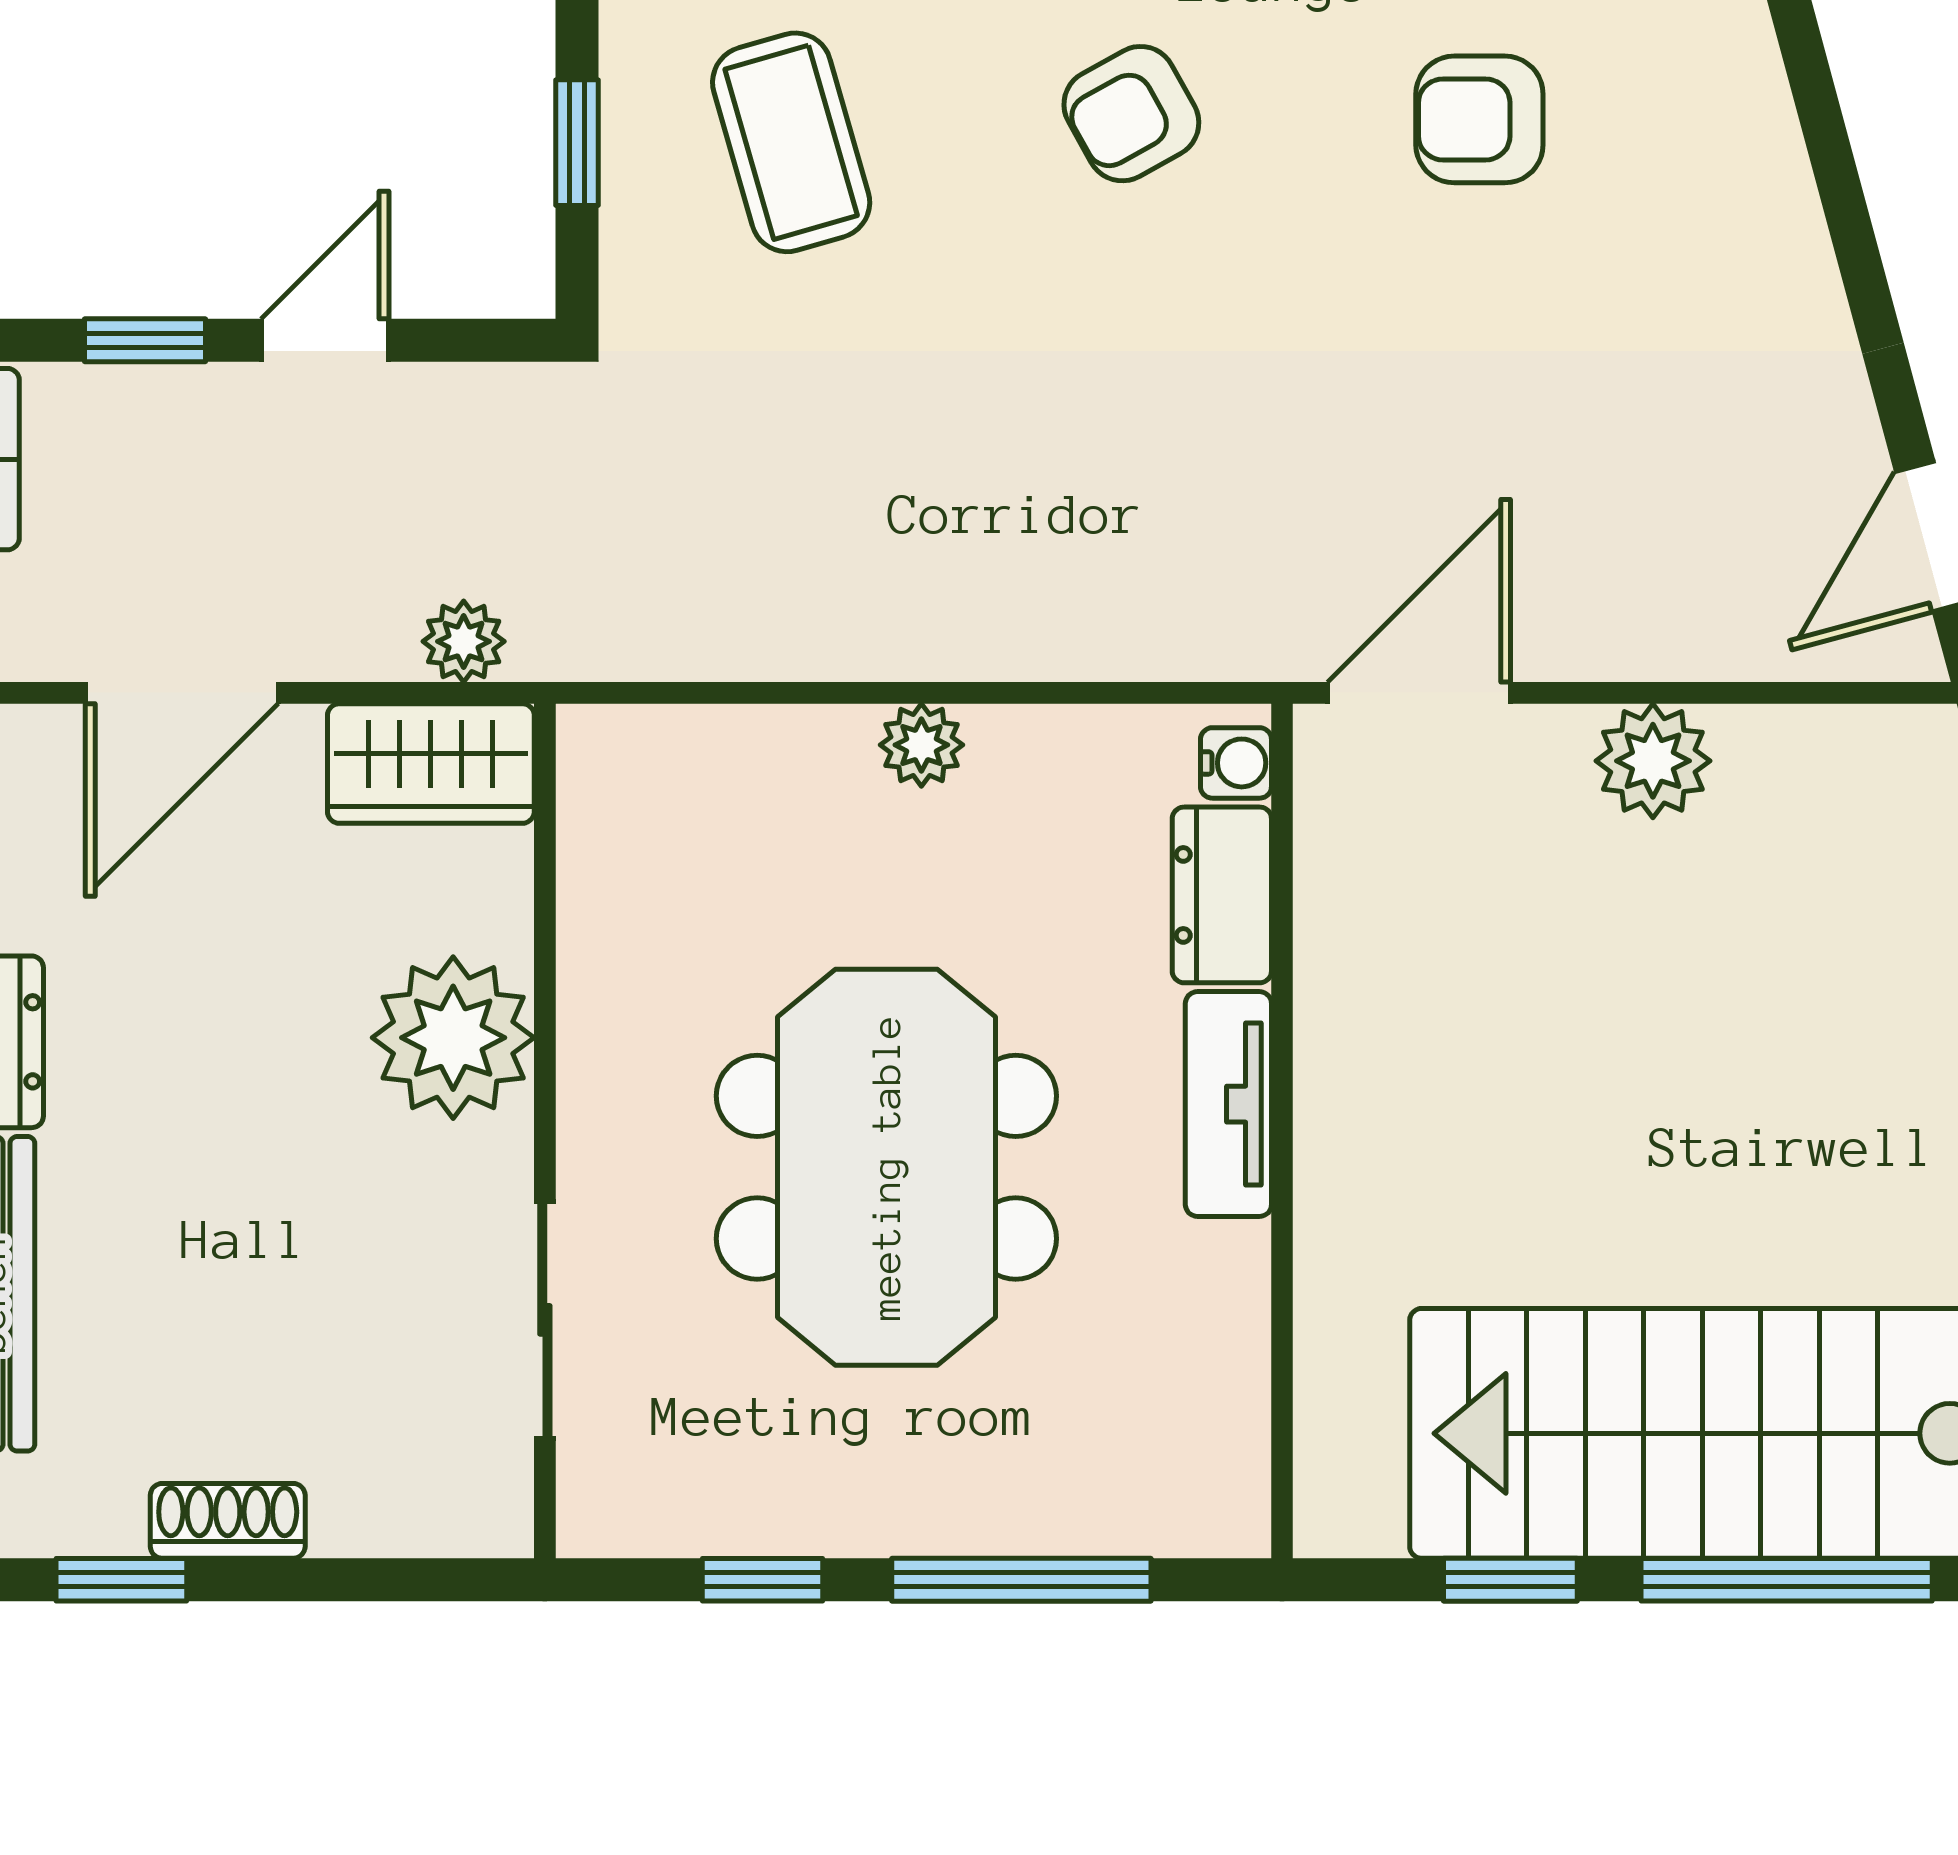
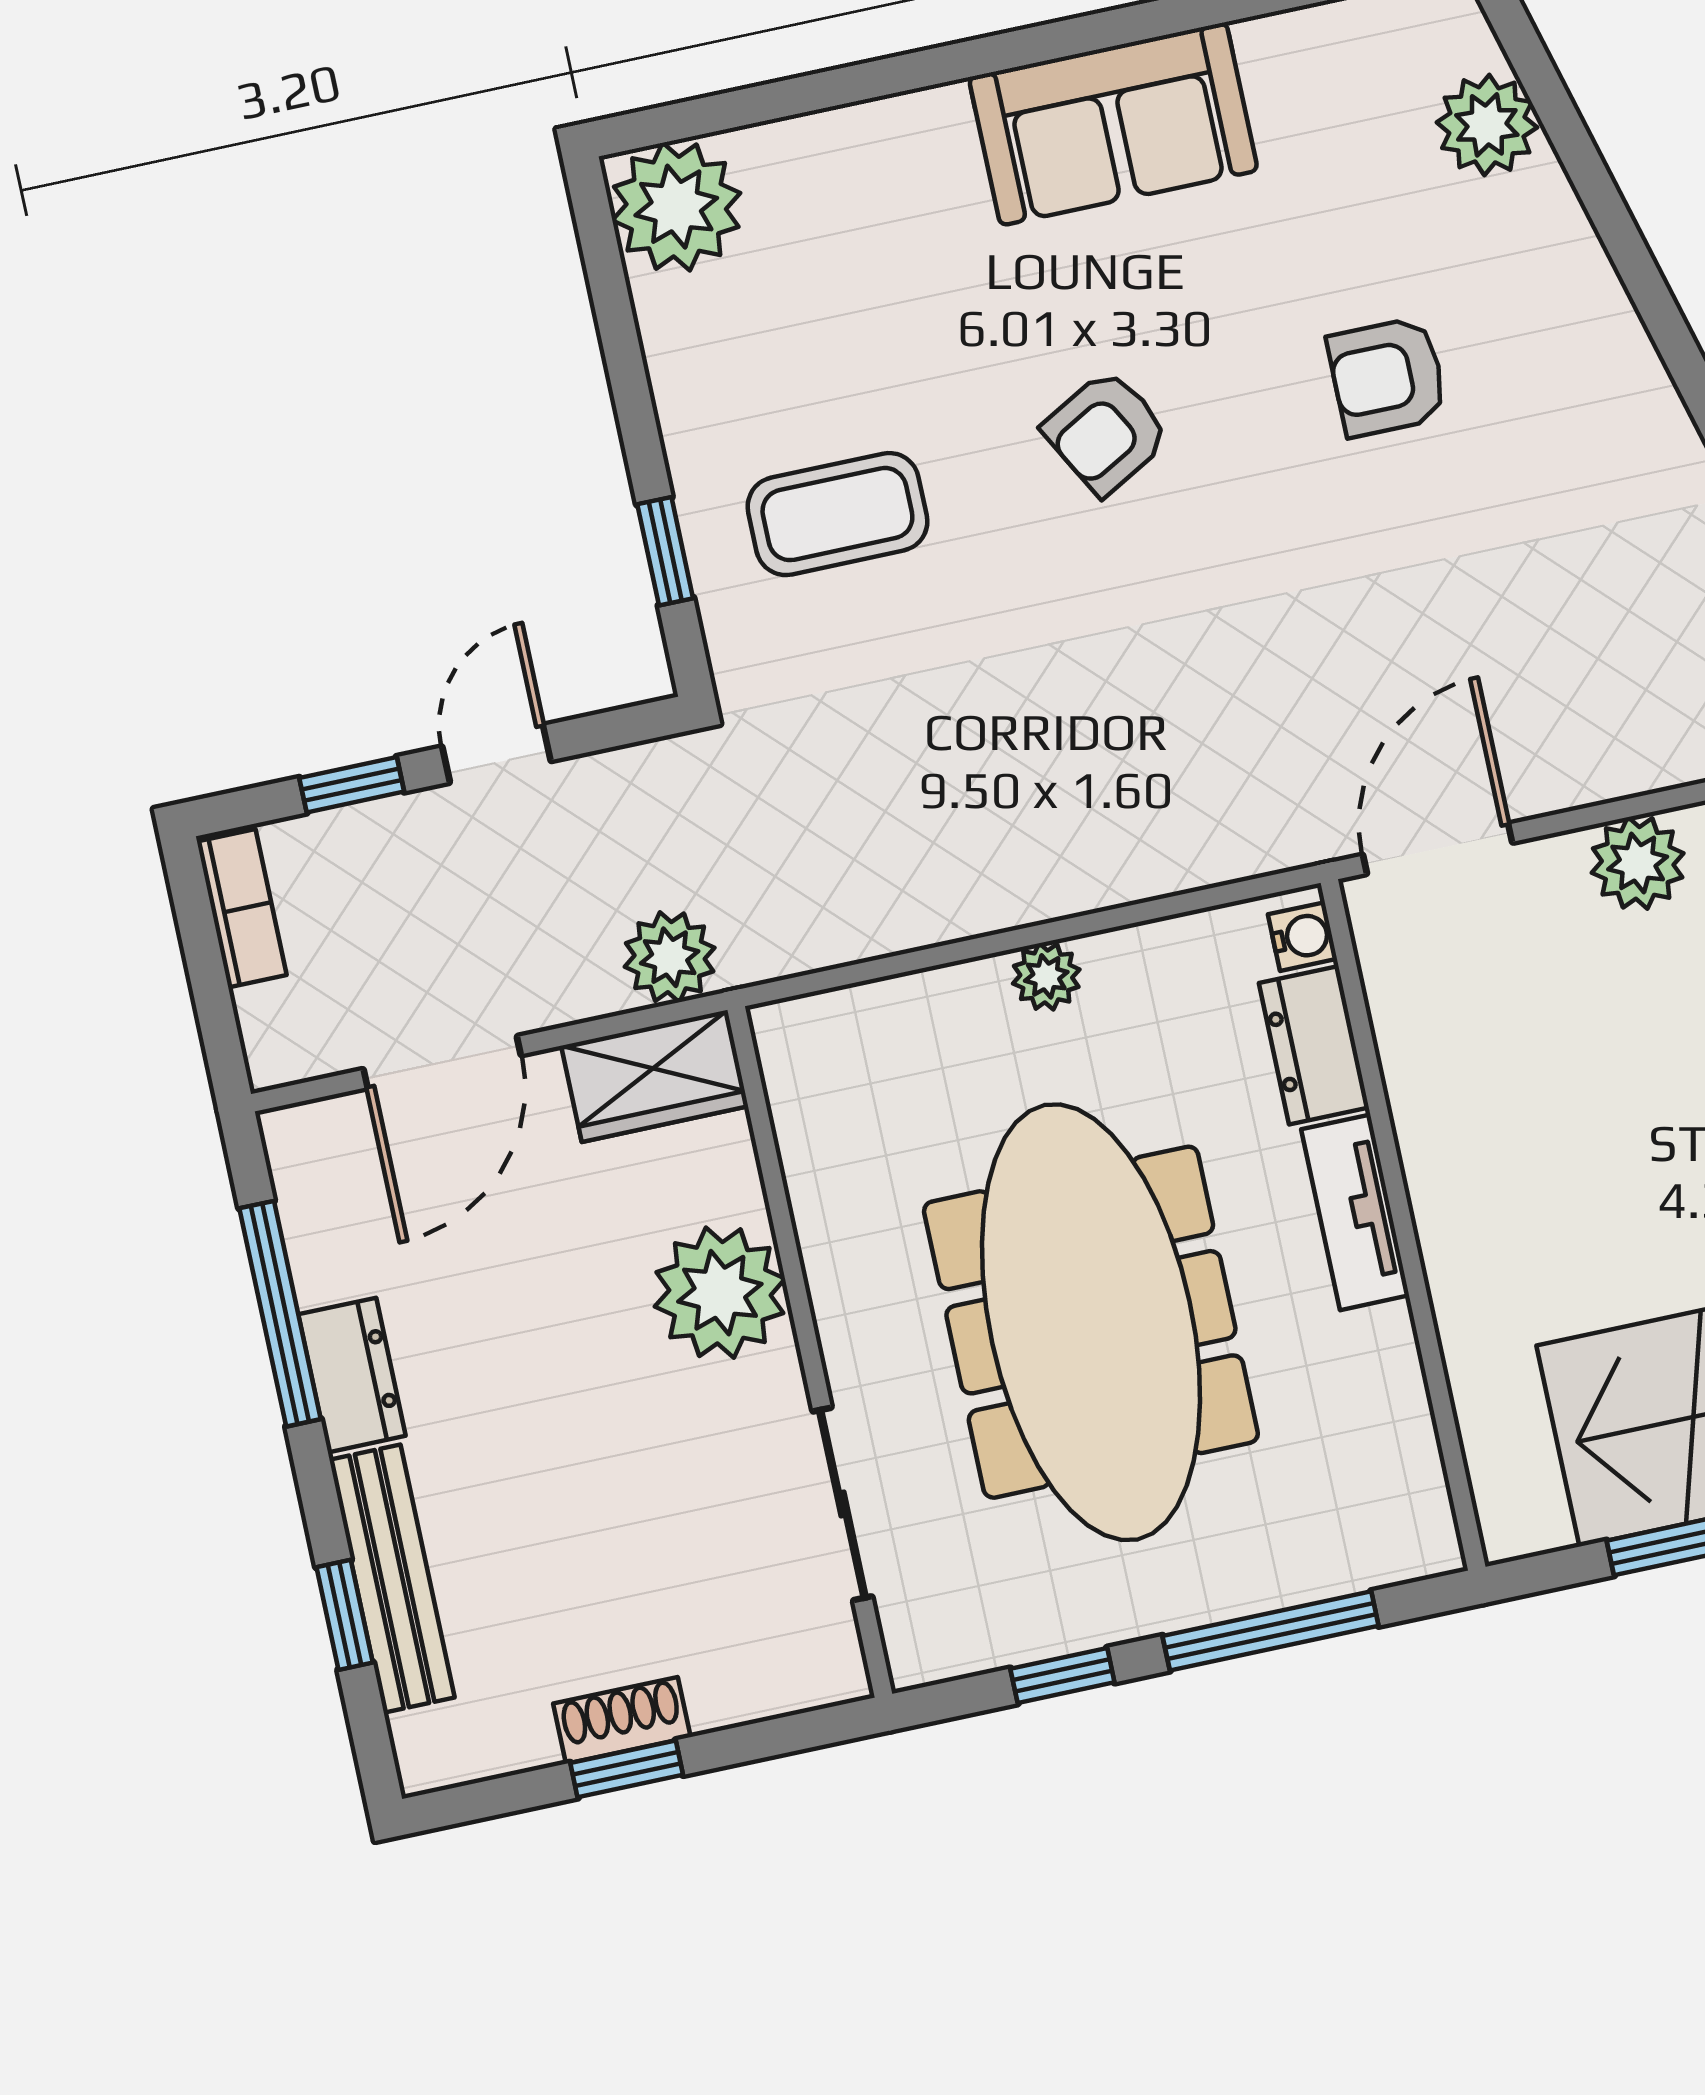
coffee table: (791, 142) -> (837, 514), turned -74
plant: (464, 641) -> (670, 957), width x1.38, depth x1.38
meeting table: (886, 1167) -> (1091, 1322), width x1.36
window: (121, 1580) -> (627, 1769), moved

